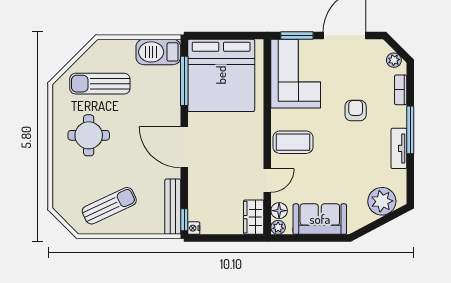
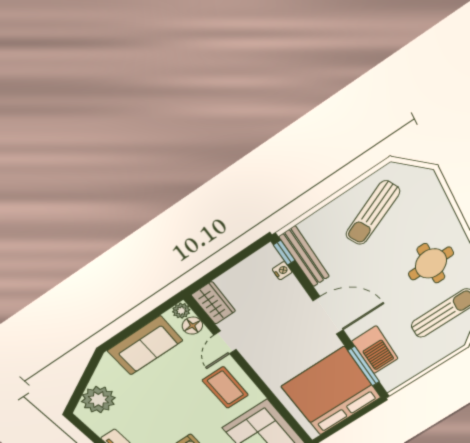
barbecue: (158, 52) -> (375, 350), moved, turned 90
coffee table: (293, 142) -> (225, 388), turned 90
nightstand: (194, 228) -> (282, 271), moved

